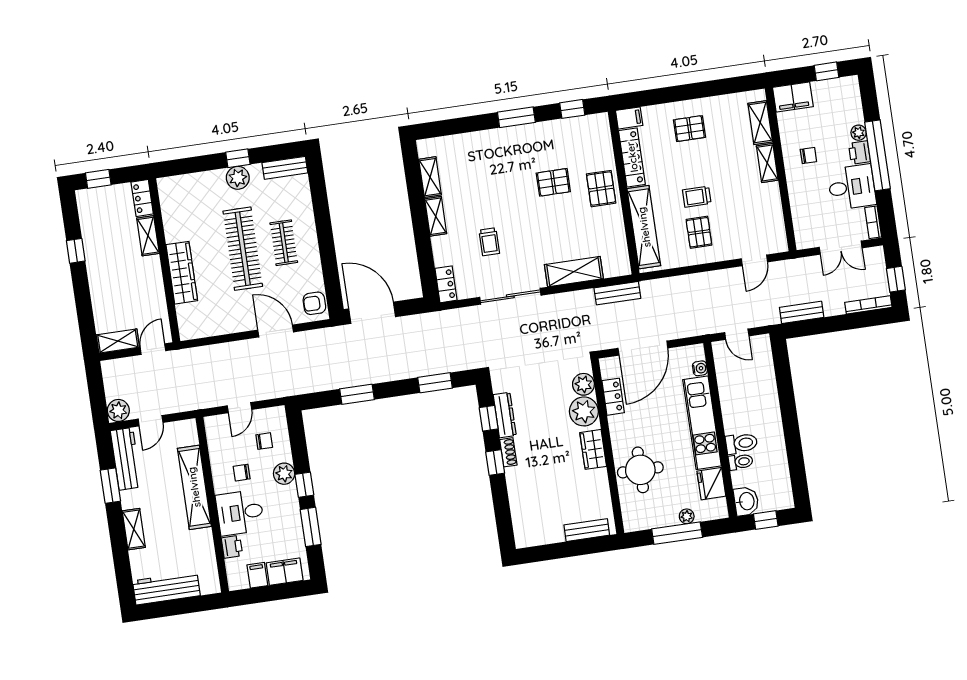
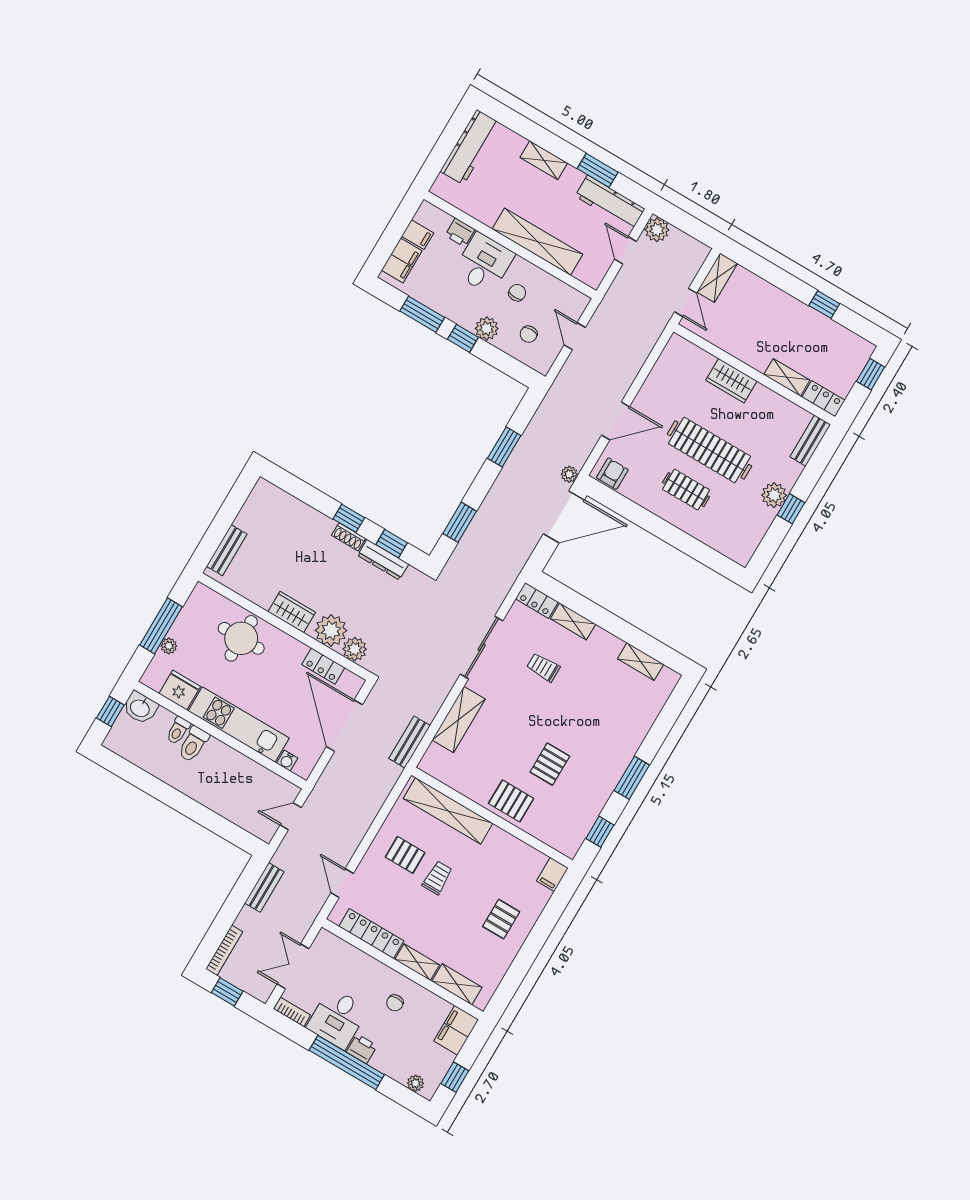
plant: (859, 133) -> (415, 1083), moved
locker: (632, 157) -> (371, 934), moved, turned 180
bench: (285, 168) -> (810, 441), moved
shelving: (436, 216) -> (573, 621), moved
wardrobe: (182, 273) -> (731, 381), width x0.67
plant: (339, 333) -> (569, 474), added

